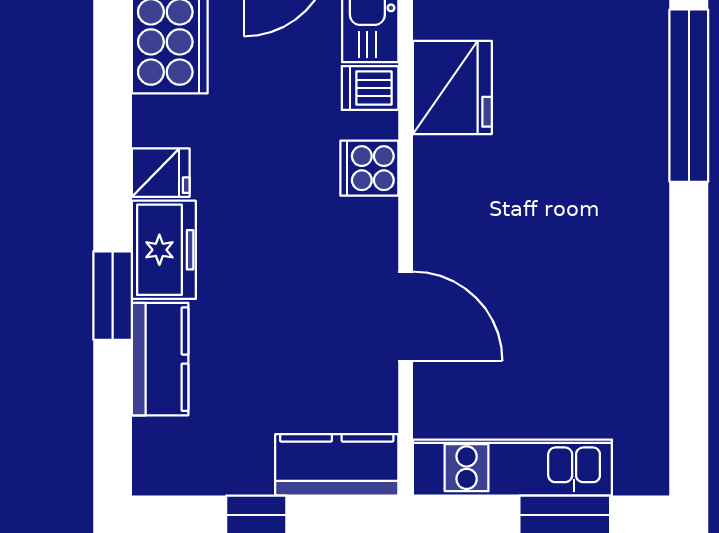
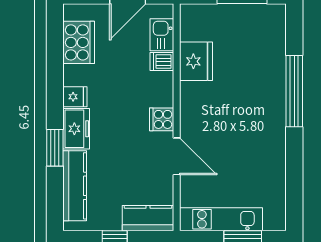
window: (689, 96) -> (294, 91), moved
cooker: (369, 168) -> (162, 119), moved
kitchen counter: (160, 359) -> (75, 186), width x1.50

